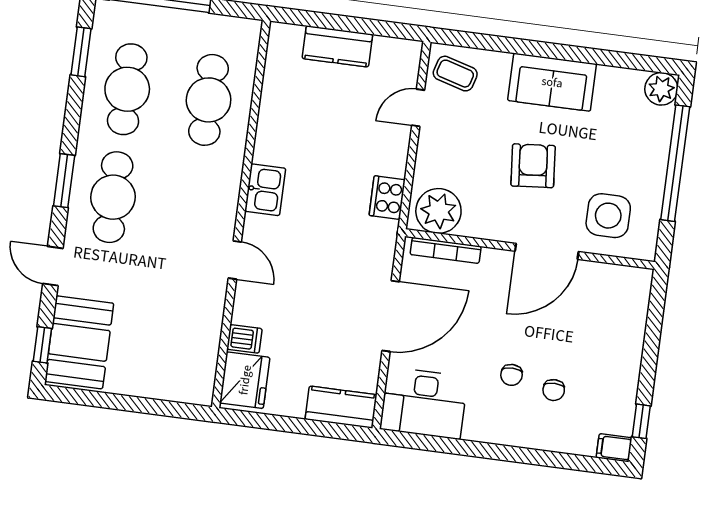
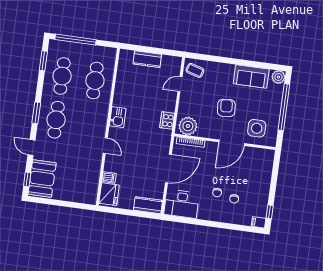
sofa: (552, 82) -> (251, 76), moved

